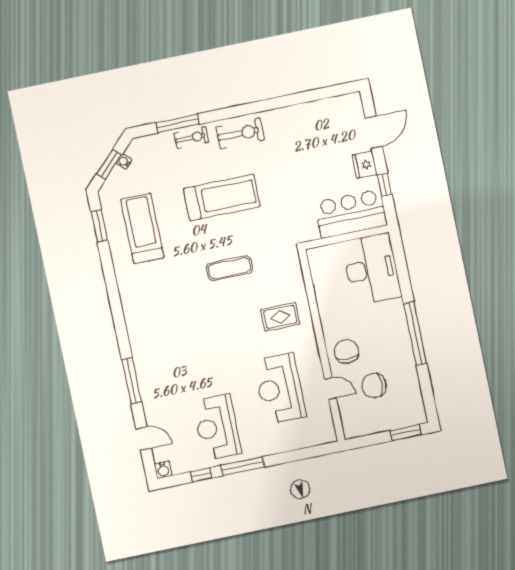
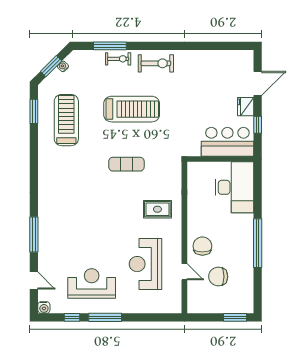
reception desk: (217, 427) -> (92, 283), turned 90

